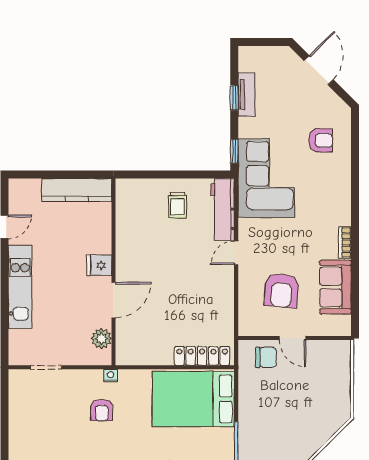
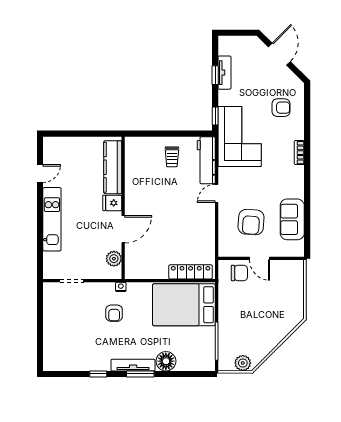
kitchen counter: (77, 190) -> (113, 167), moved, turned 90
bookcase: (345, 243) -> (299, 153), moved

